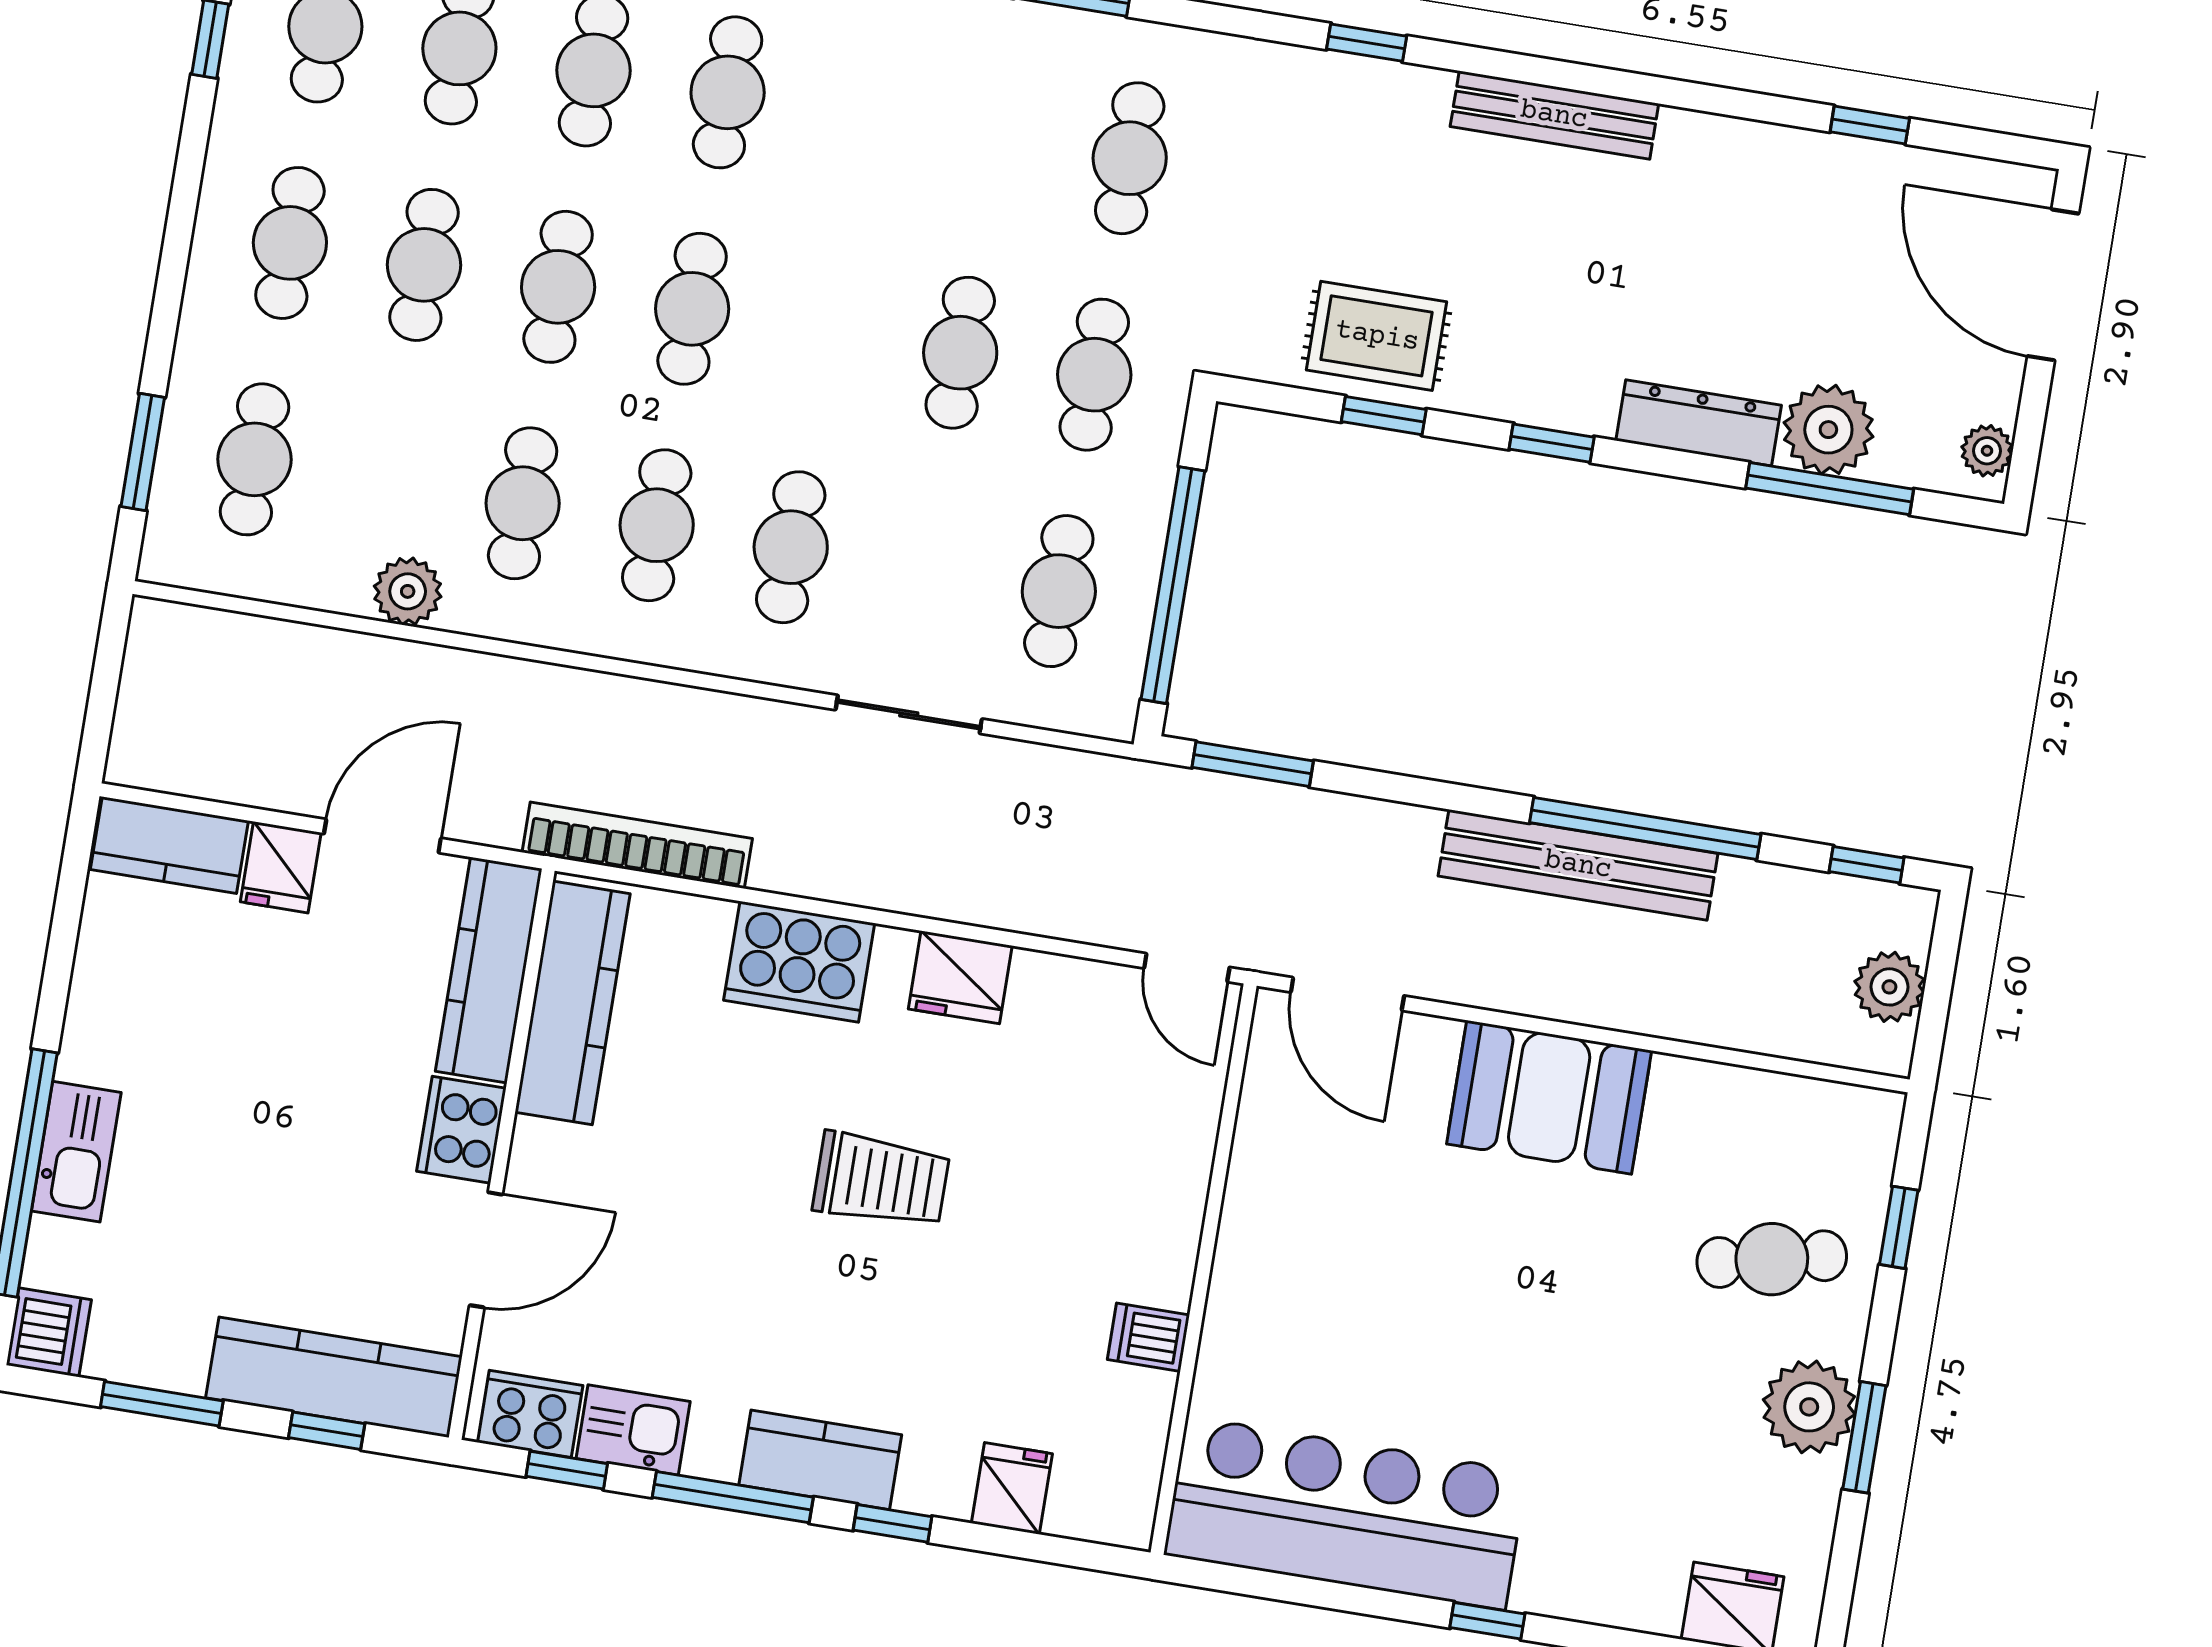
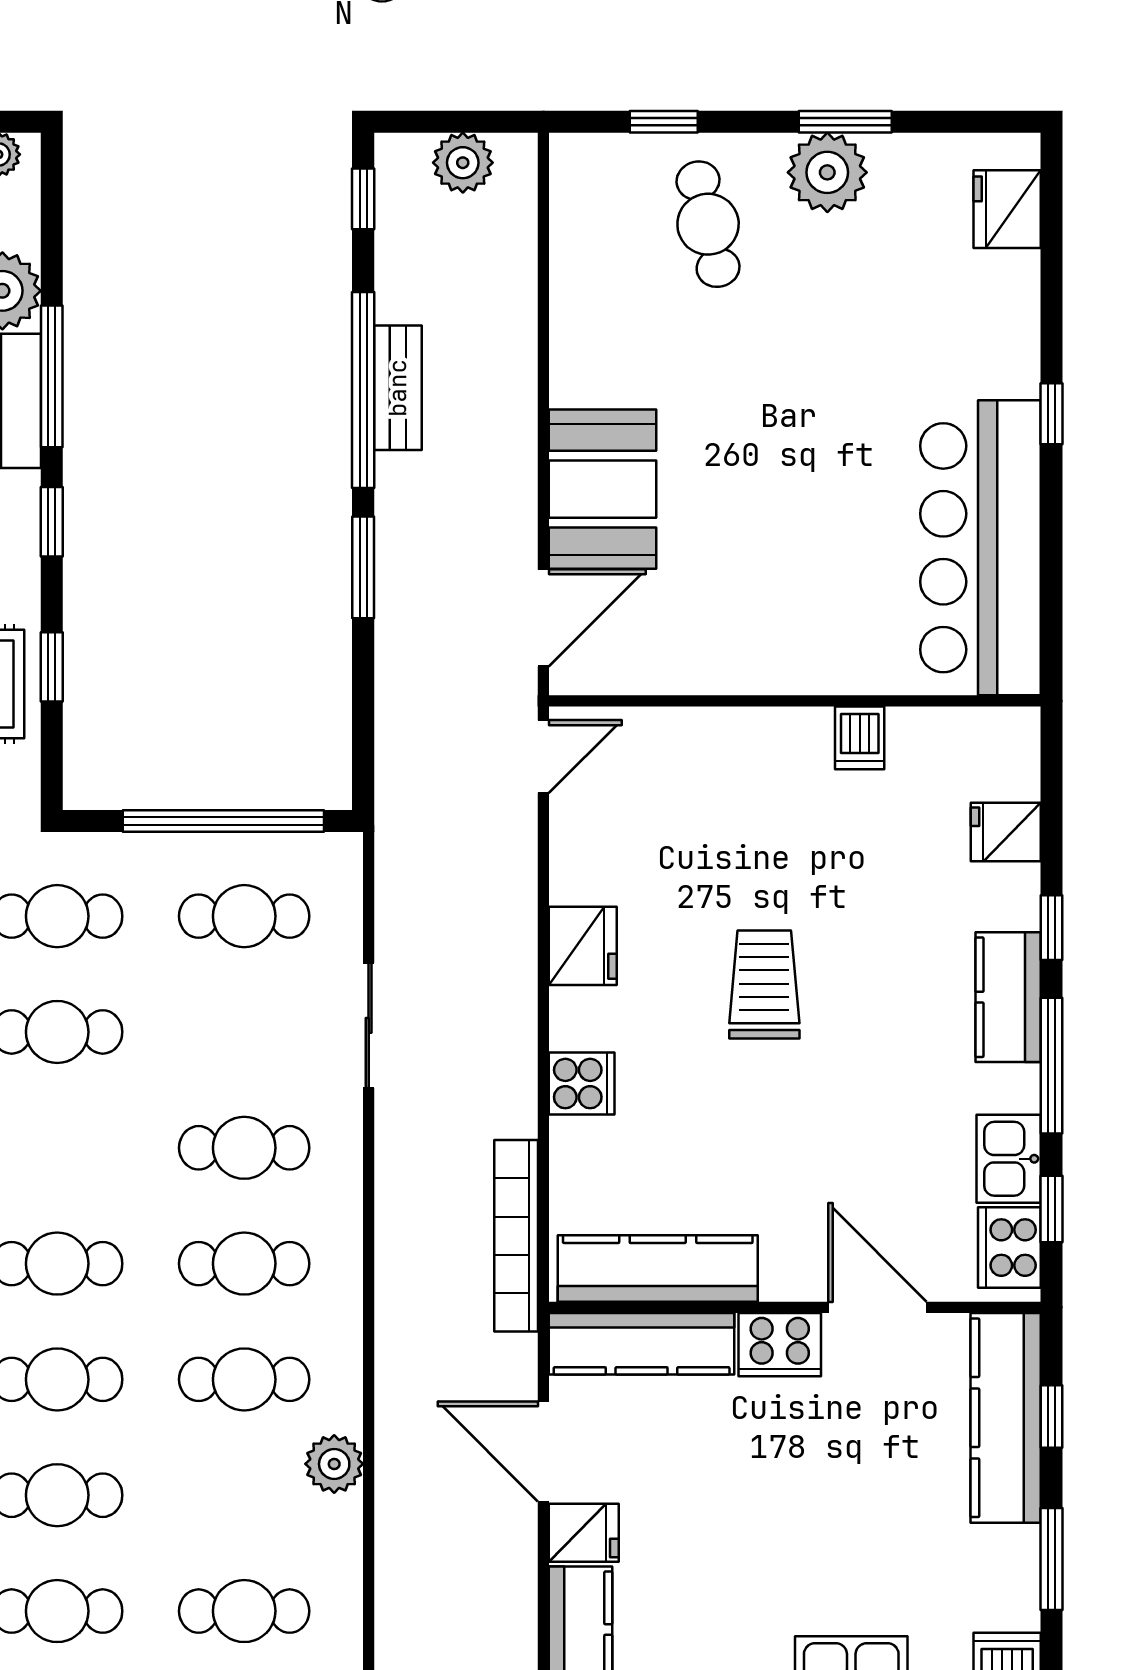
window: (1830, 489) -> (52, 376), moved
window: (1253, 764) -> (363, 567), moved
bench: (1578, 865) -> (398, 388), width x0.54, depth x0.82
cooker: (799, 962) -> (582, 1084), width x0.53, depth x0.76
booth: (1549, 1097) -> (602, 489), moved

